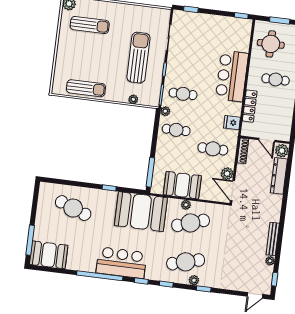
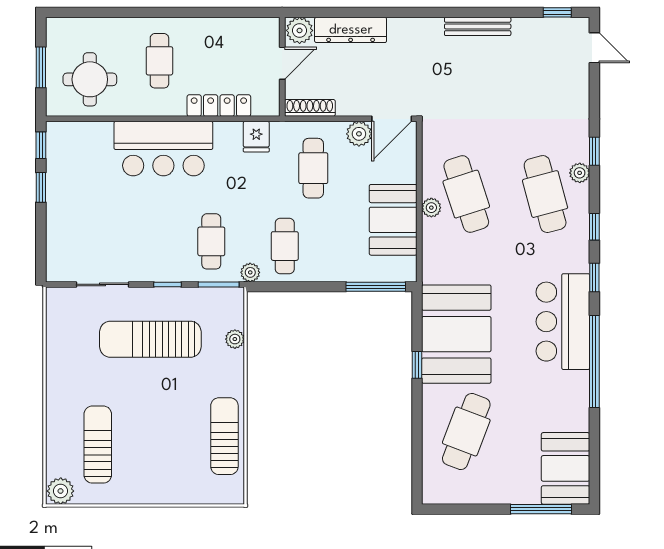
window: (191, 9) -> (41, 187), moved
booth: (141, 212) -> (456, 334), moved
plant: (270, 261) -> (522, 26), removed

